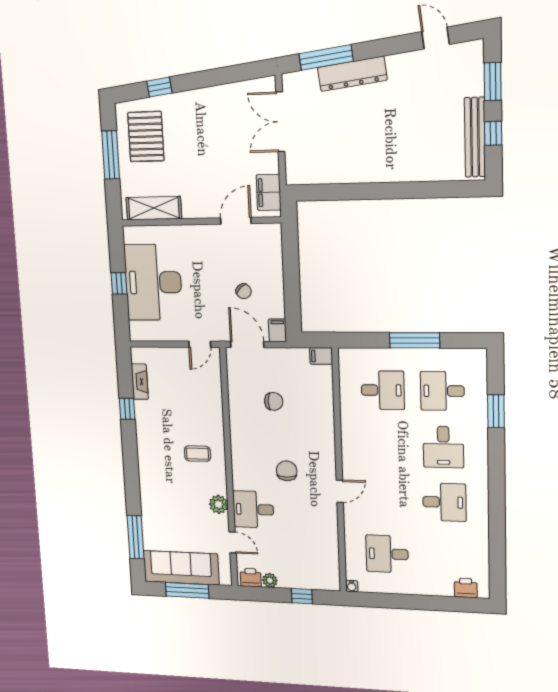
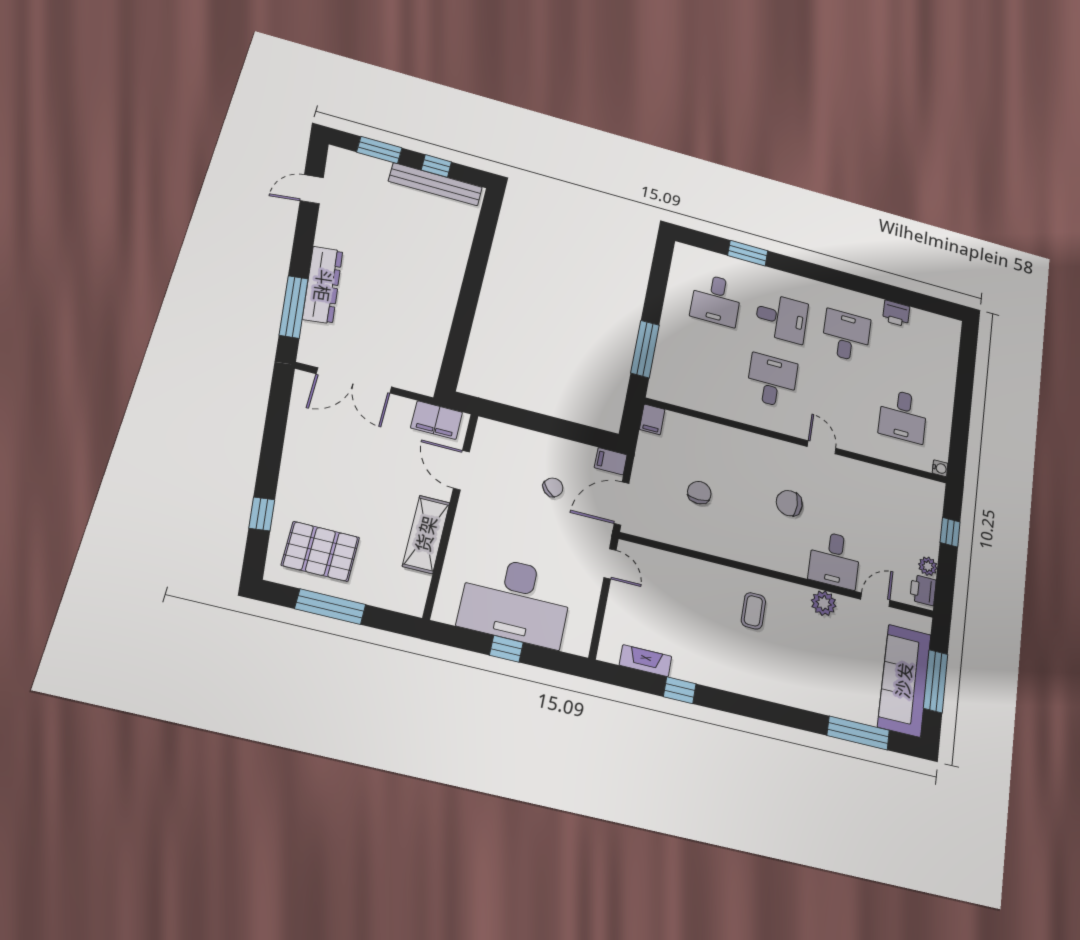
shelving: (154, 208) -> (426, 534), moved
window: (415, 340) -> (645, 349), moved
desk: (383, 390) -> (772, 381), moved
printer: (466, 588) -> (896, 313), moved, turned -90

